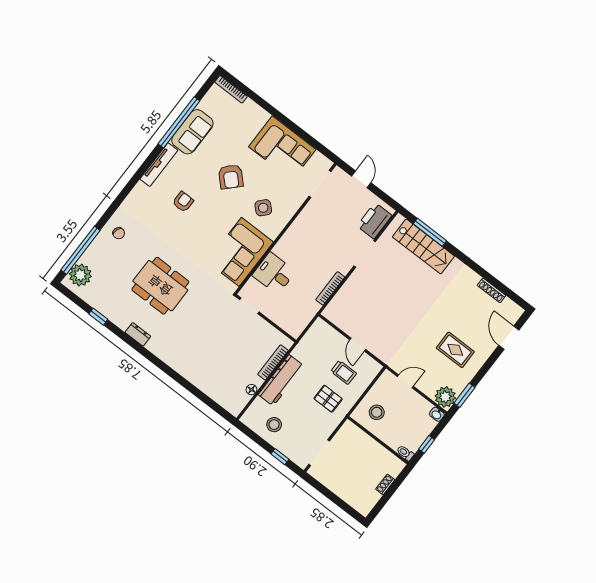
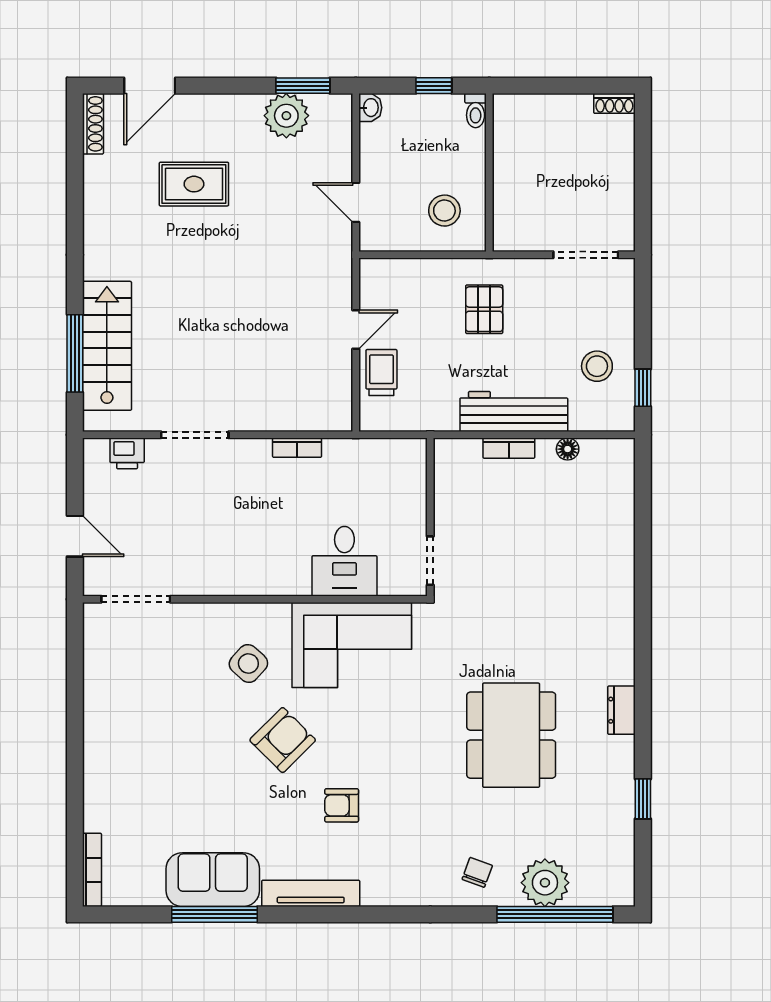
window: (179, 122) -> (215, 914), width x0.68
corner sofa: (282, 148) -> (124, 708), removed
armchair: (231, 177) -> (283, 740), moved
door: (361, 179) -> (75, 536), swing flipped
printer: (374, 221) -> (127, 453), width x0.53, depth x0.68
plant: (80, 275) -> (545, 883), moved
bookcase: (330, 288) -> (297, 448), width x0.64
shoe rack: (491, 290) -> (93, 124), moved
rug: (455, 350) -> (194, 184), moved, turned 90
bookcase: (273, 362) -> (509, 448), width x0.64
trolley: (344, 372) -> (381, 373), moved
plant: (445, 397) -> (286, 116), moved
window: (280, 457) -> (643, 388), moved
shoe rack: (385, 484) -> (614, 103), moved

